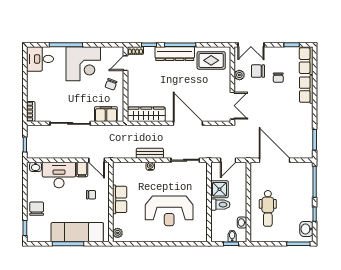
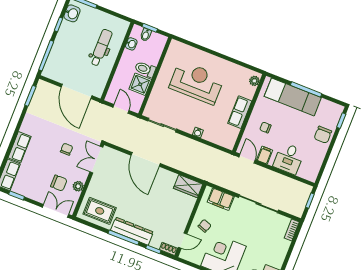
chair: (278, 78) -> (67, 149), moved
wardrobe: (146, 114) -> (188, 186), width x0.67
bench: (150, 153) -> (193, 145), removed
door: (228, 160) -> (121, 109), hinge flipped
washbasin: (36, 167) -> (308, 175), removed
desk: (59, 175) -> (289, 159), width x0.73

